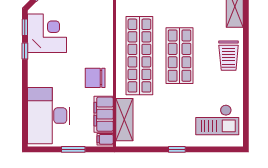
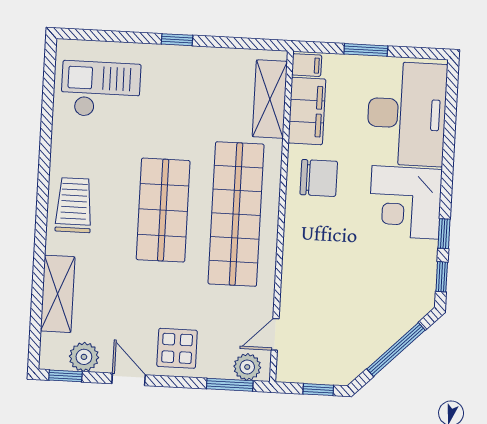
corner desk: (47, 33) -> (405, 202), moved

